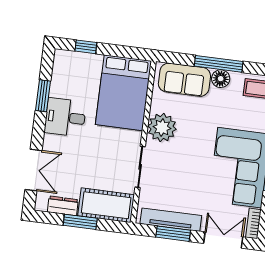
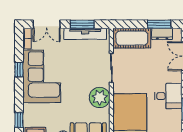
window: (80, 222) -> (159, 24), moved

